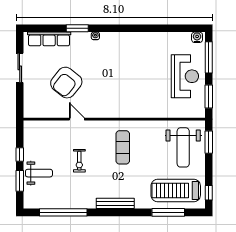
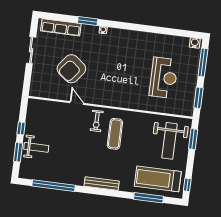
reception desk: (185, 76) -> (164, 78), moved
exercise bike: (79, 161) -> (97, 121), moved

